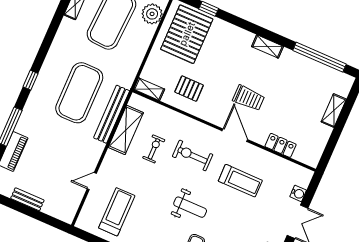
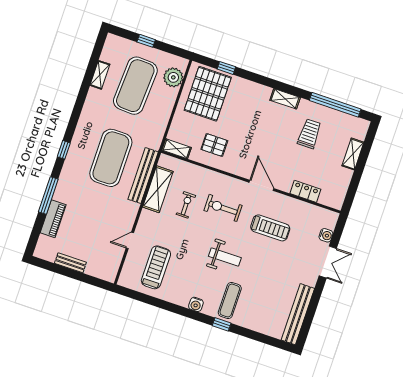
trolley: (249, 98) -> (309, 134), moved, turned -90

